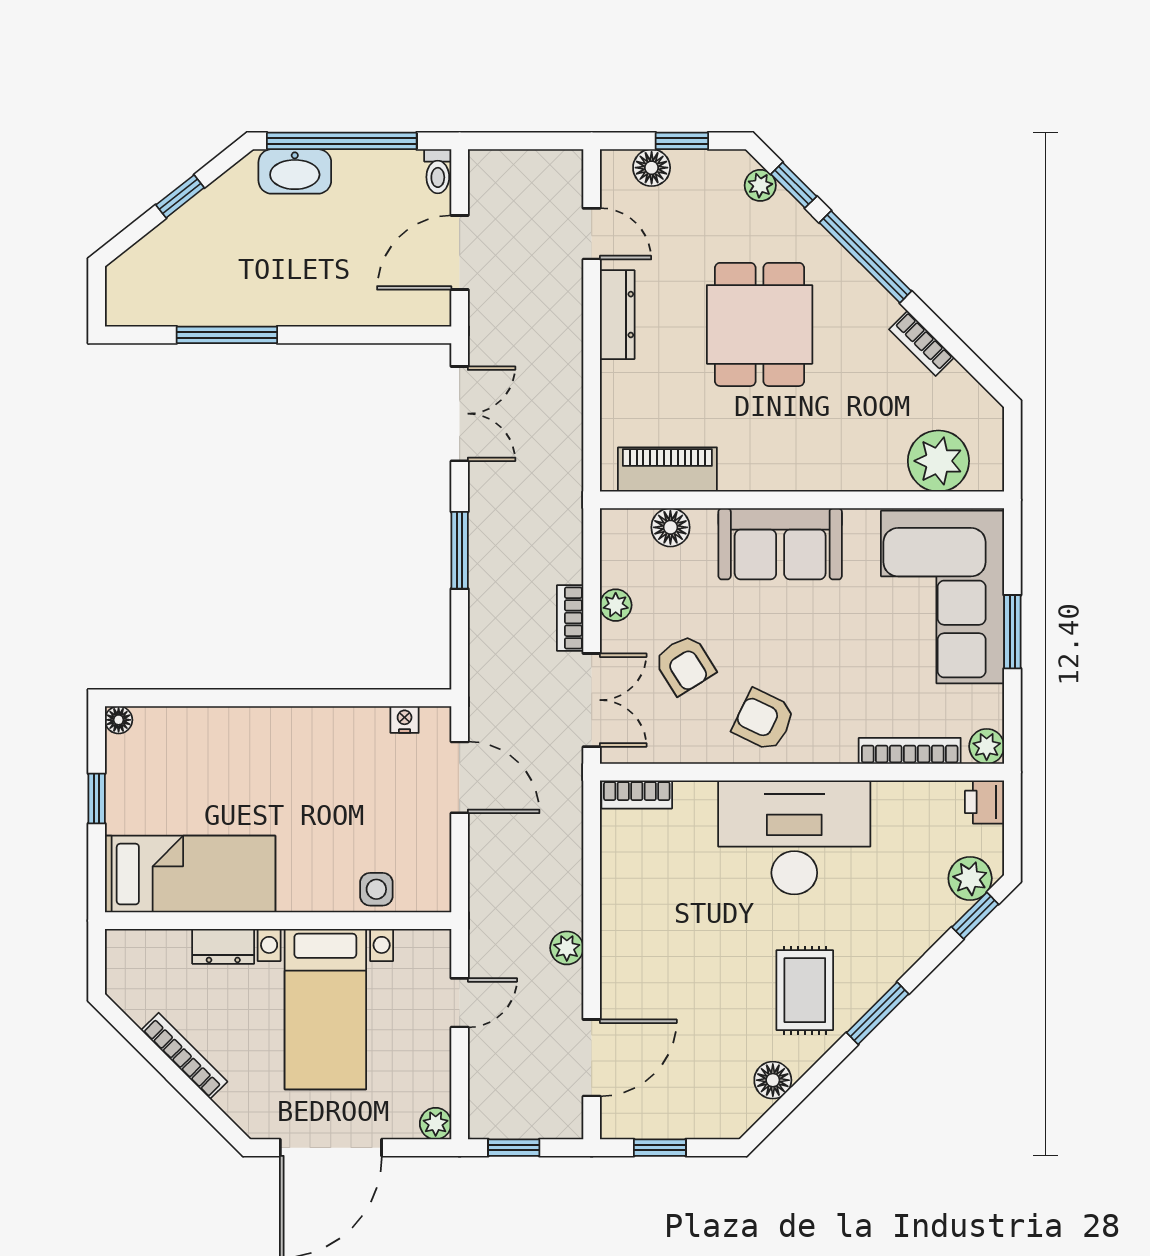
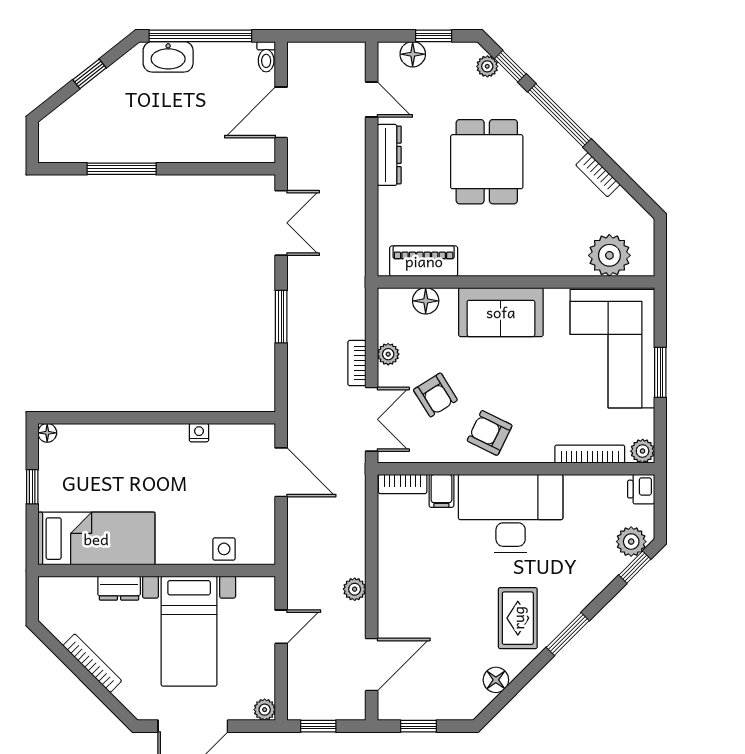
nightstand: (405, 720) -> (199, 433), moved
filing cabinet: (693, 804) -> (441, 491), added

